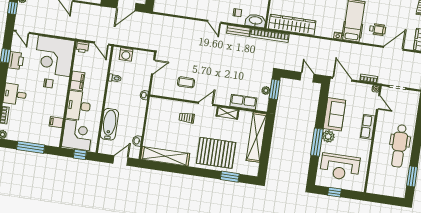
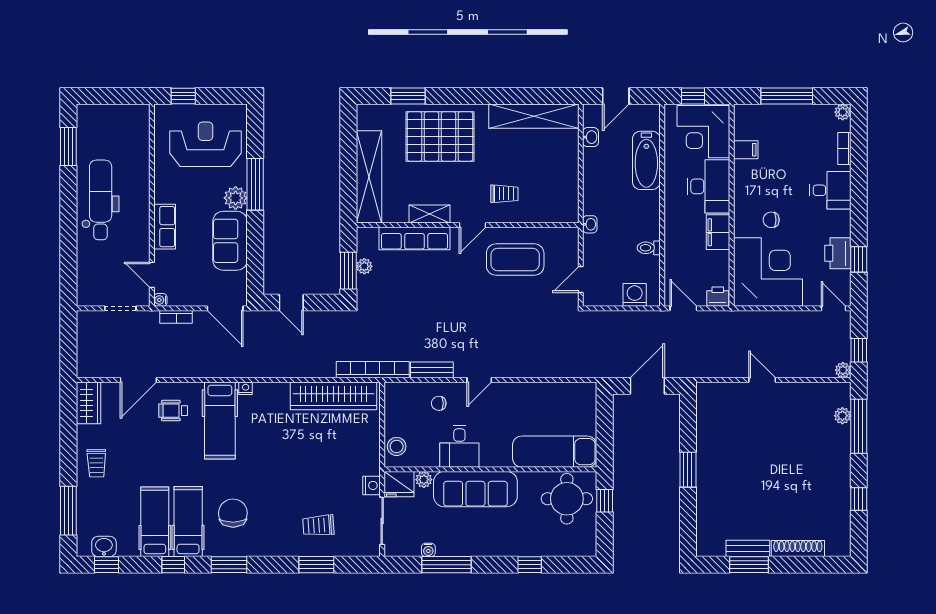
washbasin: (256, 21) -> (403, 393), removed
door: (214, 22) -> (479, 380), swing flipped
coffee table: (186, 82) -> (515, 260), width x1.86, depth x1.72
row of seats: (243, 102) -> (414, 239), width x1.48
window: (335, 192) -> (183, 96), moved

